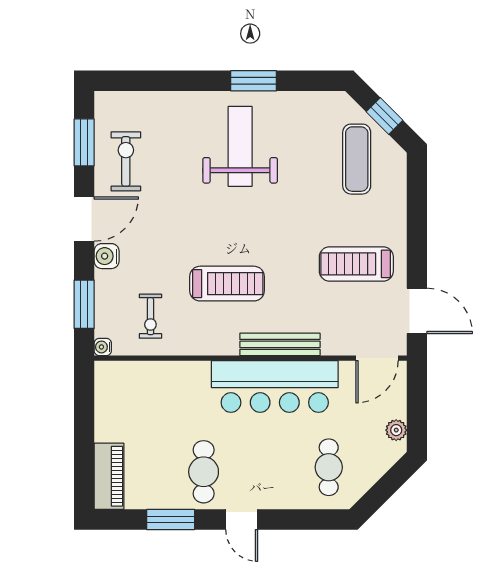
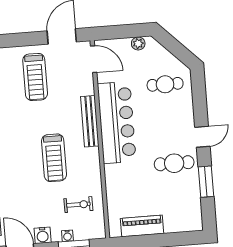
treadmill: (227, 284) -> (54, 158), turned 180
water cooler: (103, 347) -> (67, 236), moved
piano: (109, 476) -> (142, 226), moved

